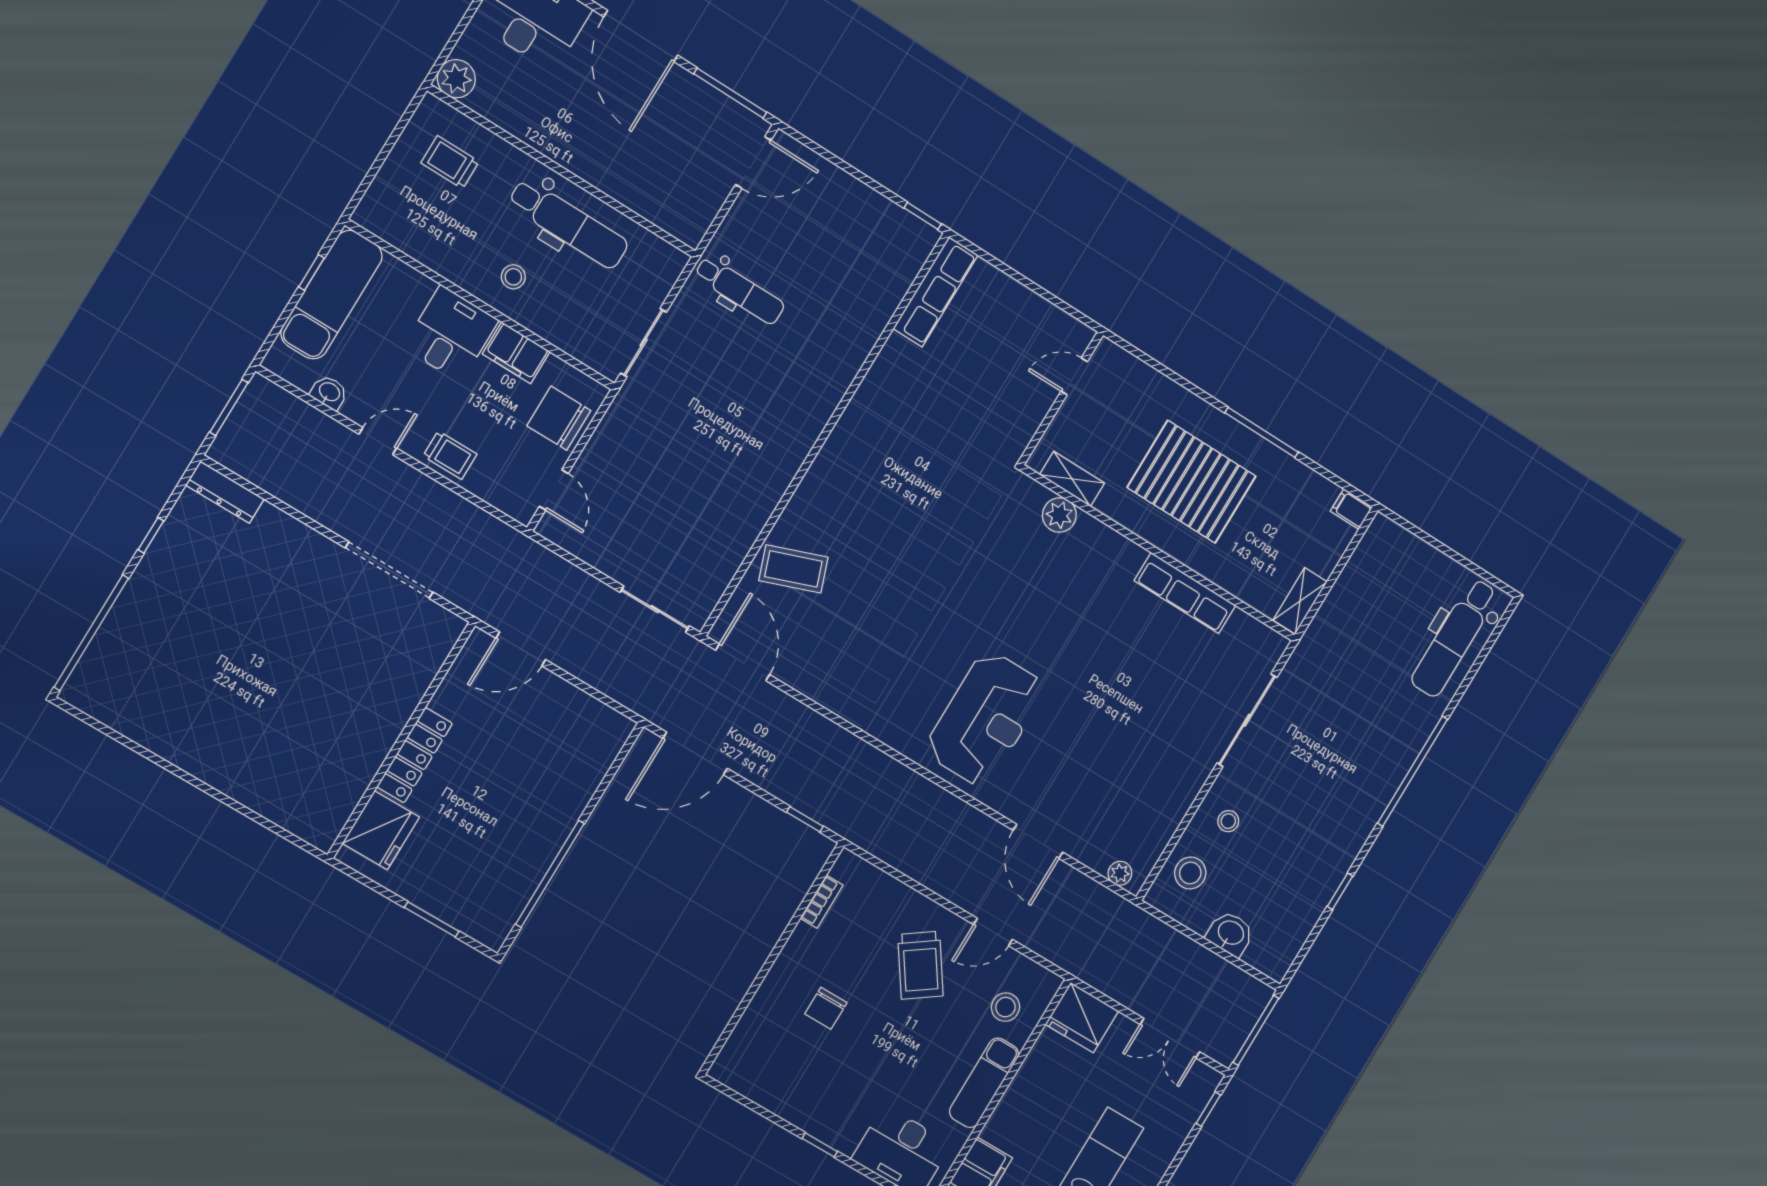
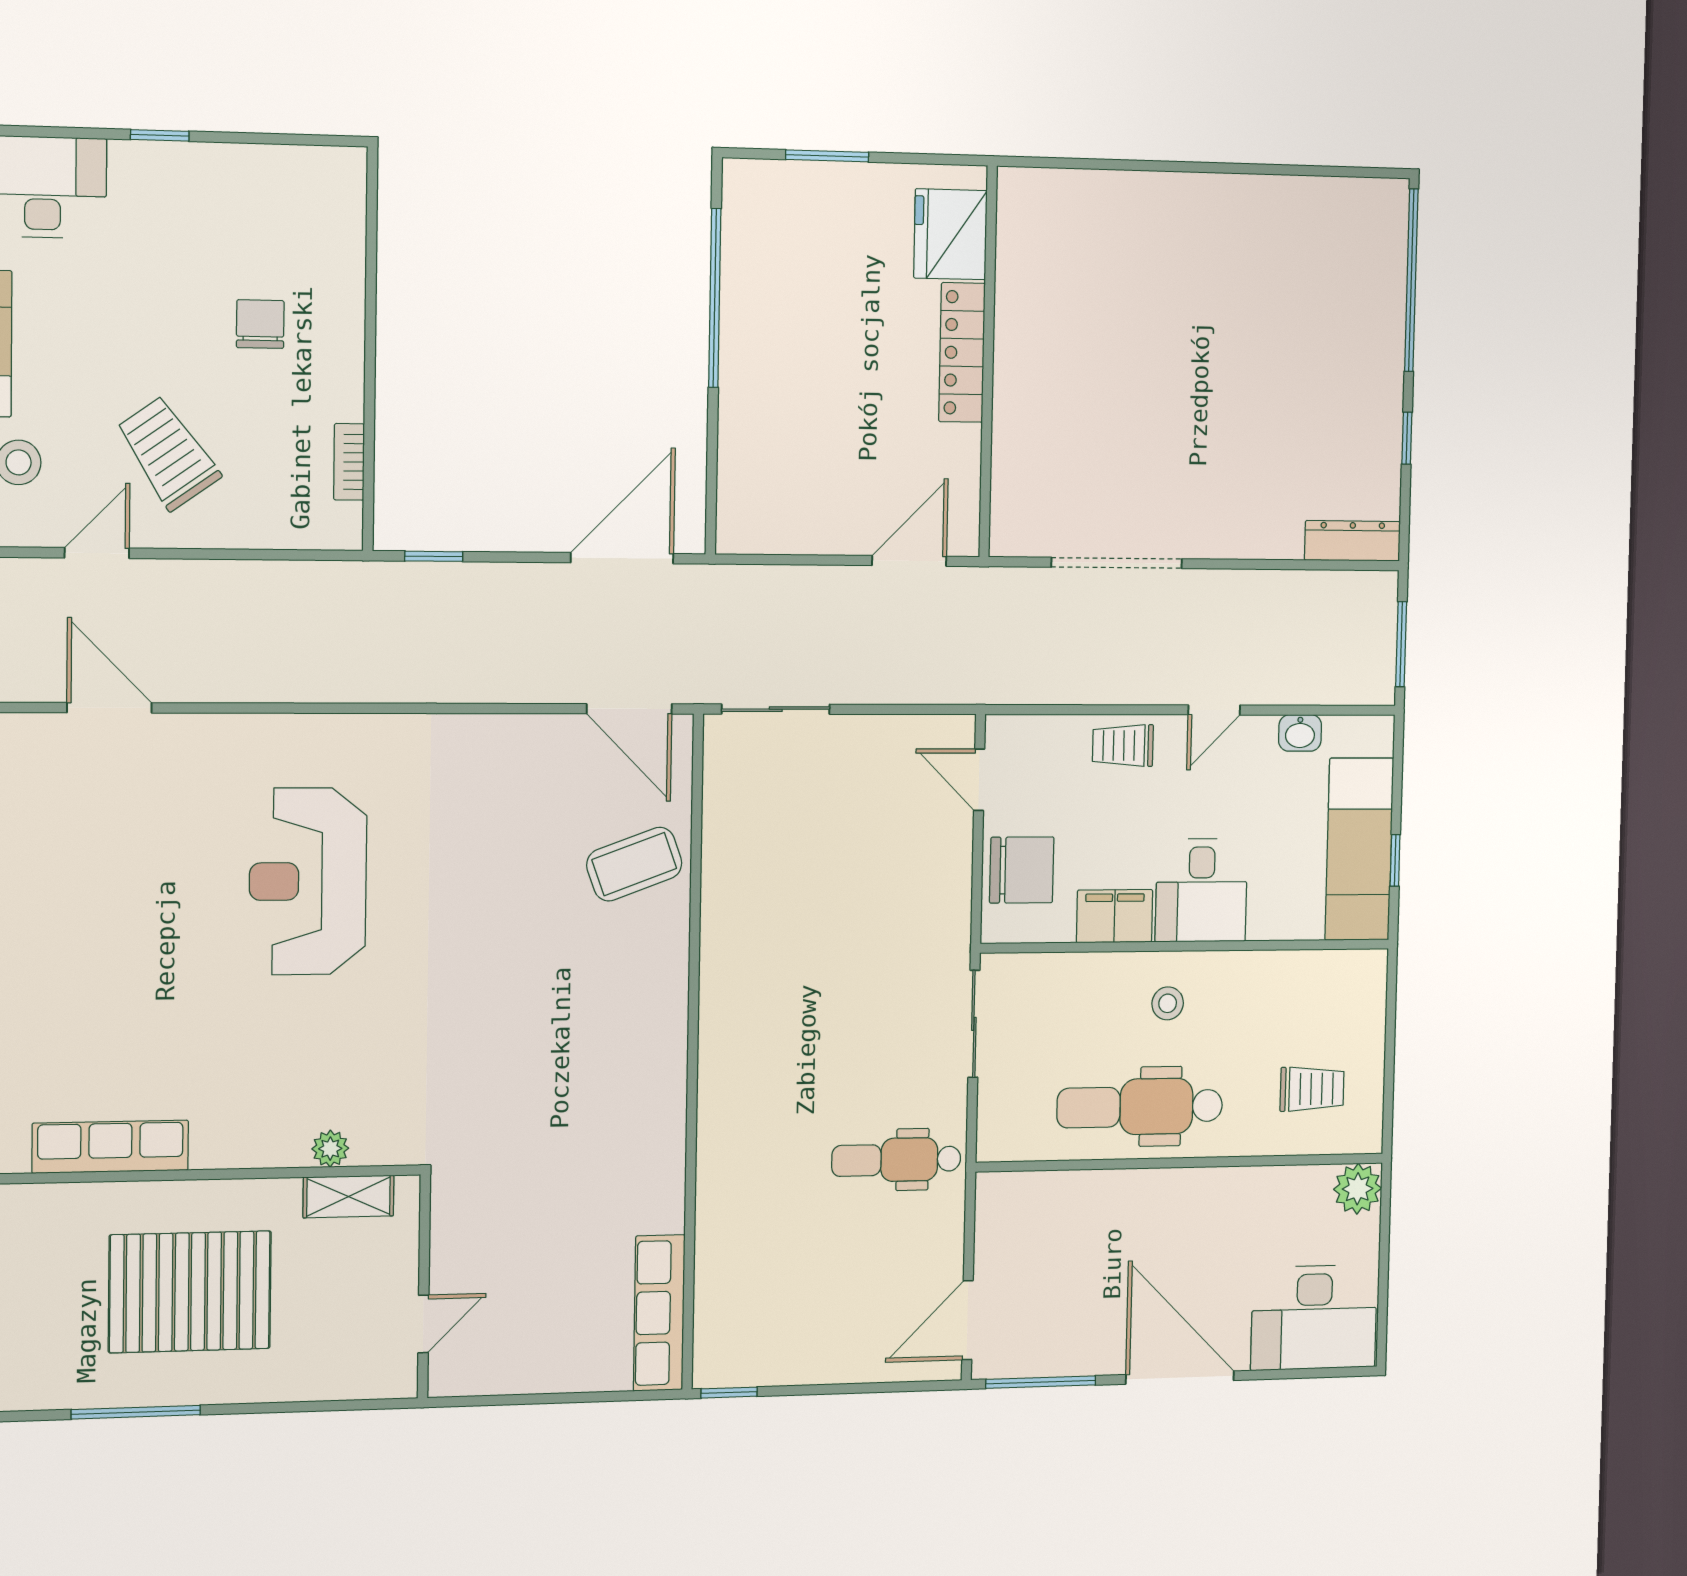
plant: (1059, 515) -> (330, 1149), width x0.73, depth x0.73
reception desk: (985, 719) -> (308, 881), moved

